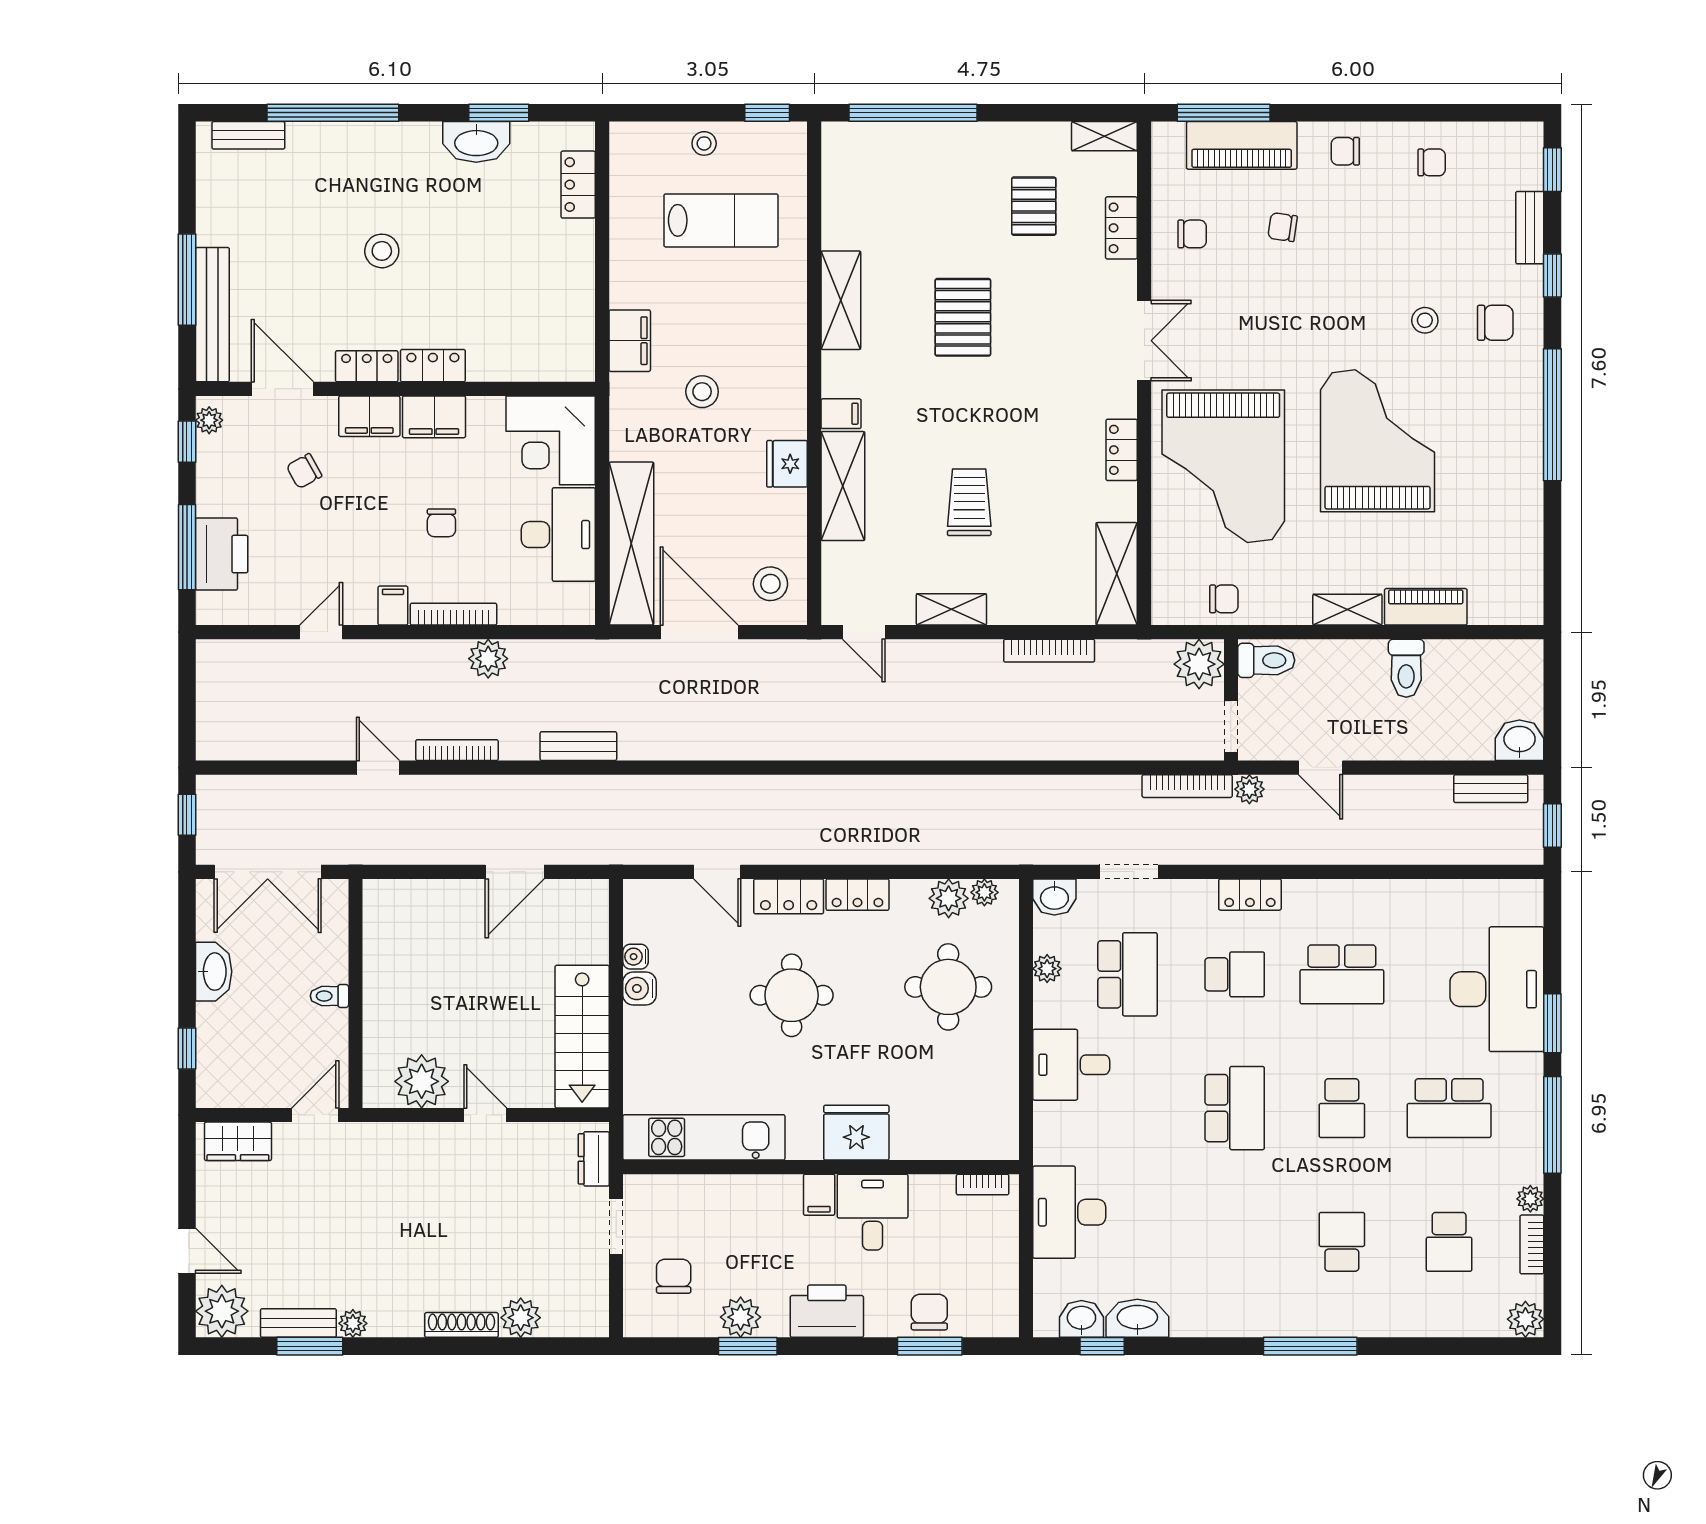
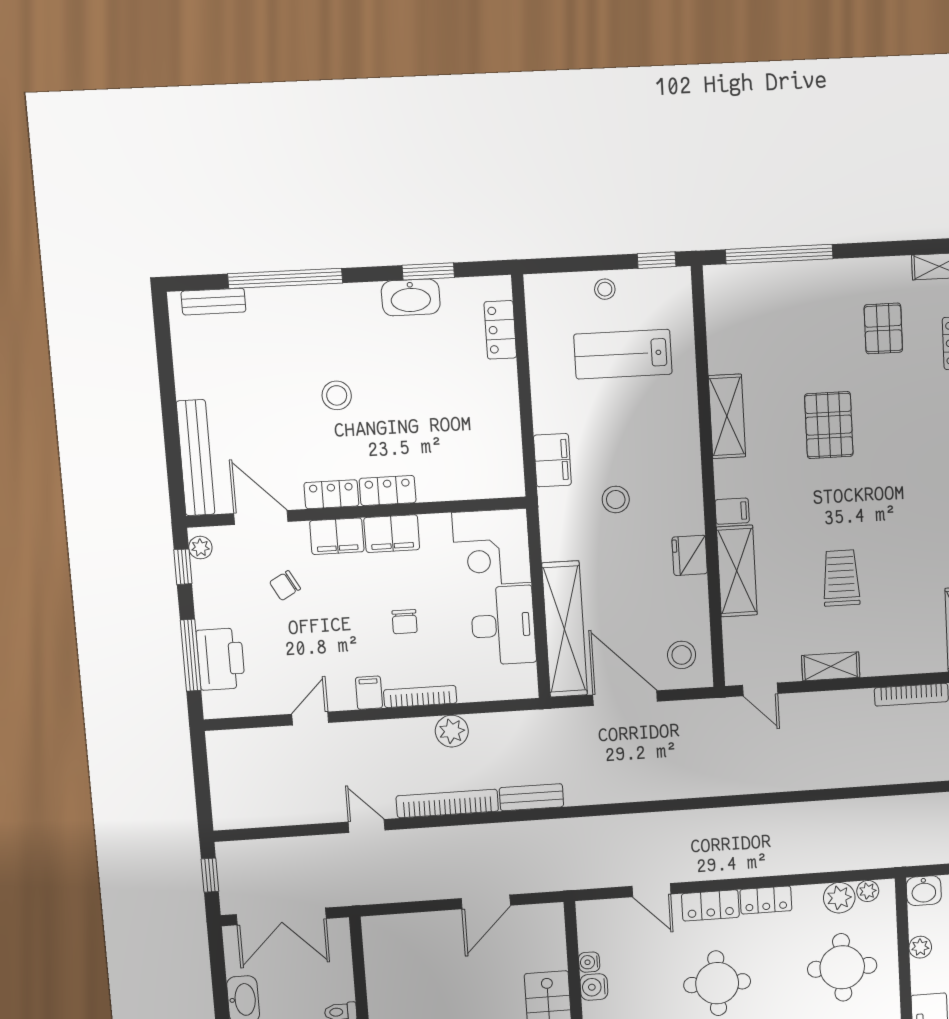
lab bench: (721, 220) -> (623, 354), turned 180
window: (187, 280) -> (171, 429), removed
bookcase: (457, 750) -> (447, 804), width x1.48, depth x1.31

